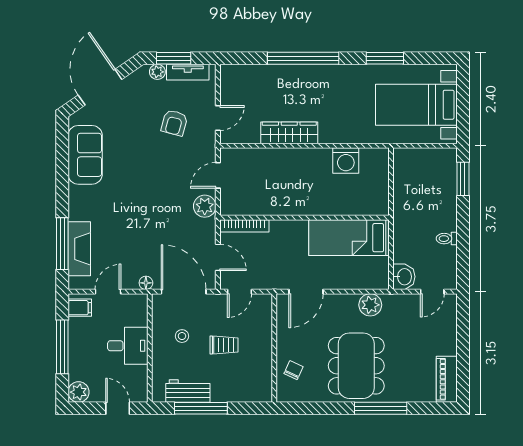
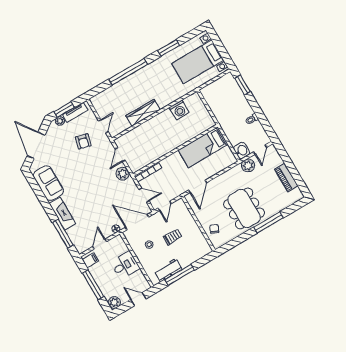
fireplace: (79, 249) -> (62, 214), moved
plant: (370, 305) -> (248, 166), moved
piano: (447, 379) -> (286, 178), moved

